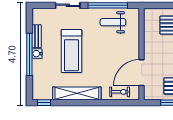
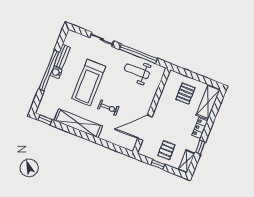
exercise bike: (120, 92) -> (108, 108), moved

